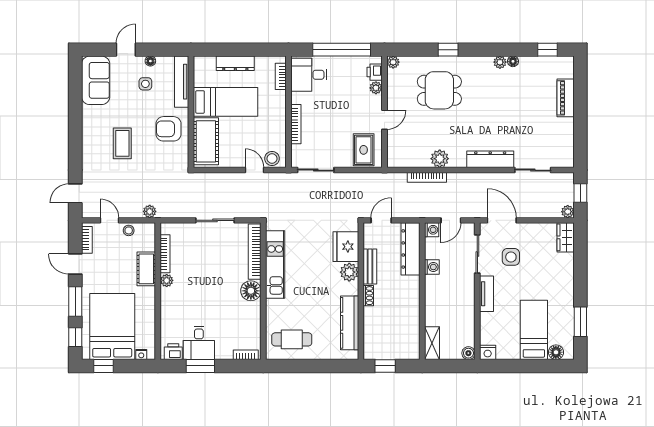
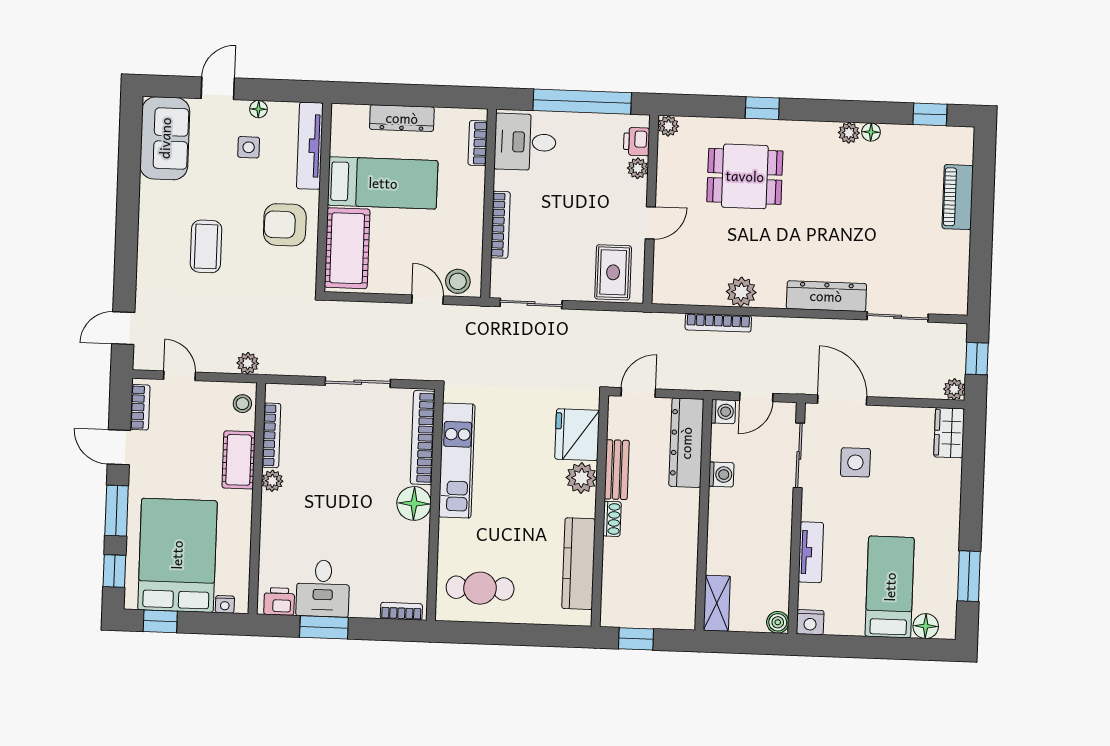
stool: (129, 230) -> (242, 404), moved
tv unit: (487, 294) -> (811, 552), moved

